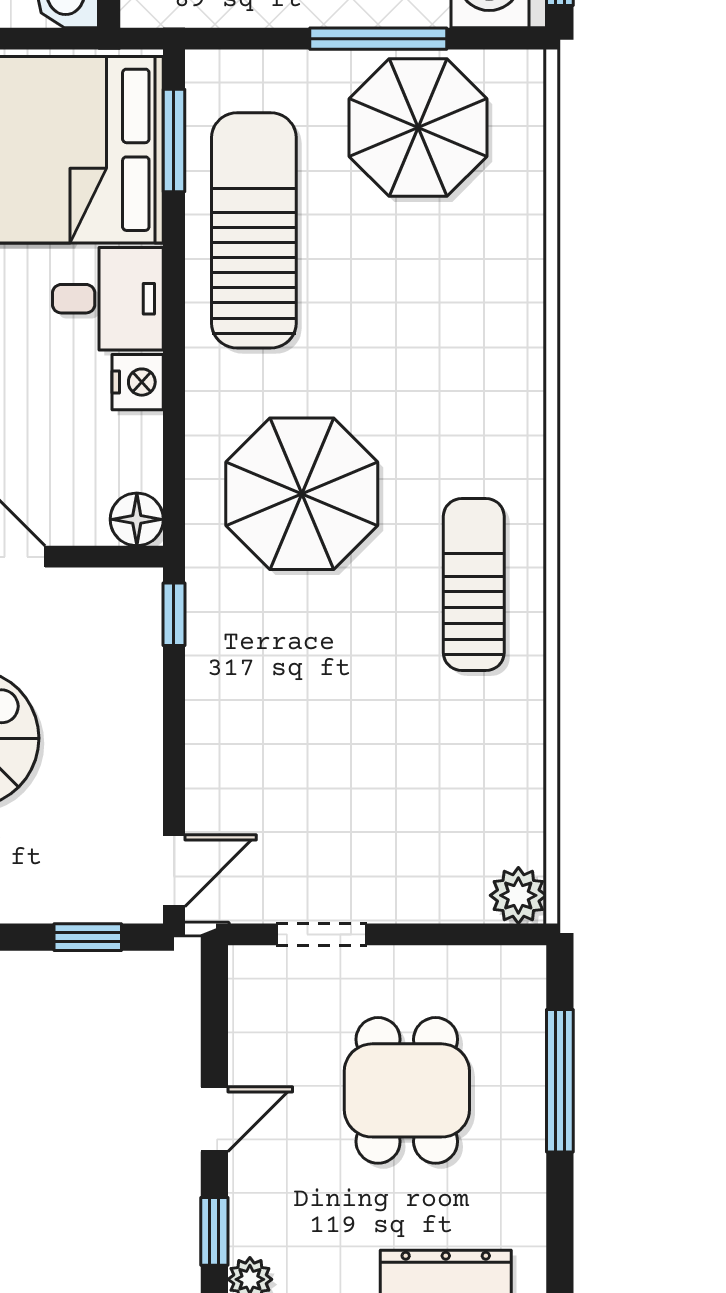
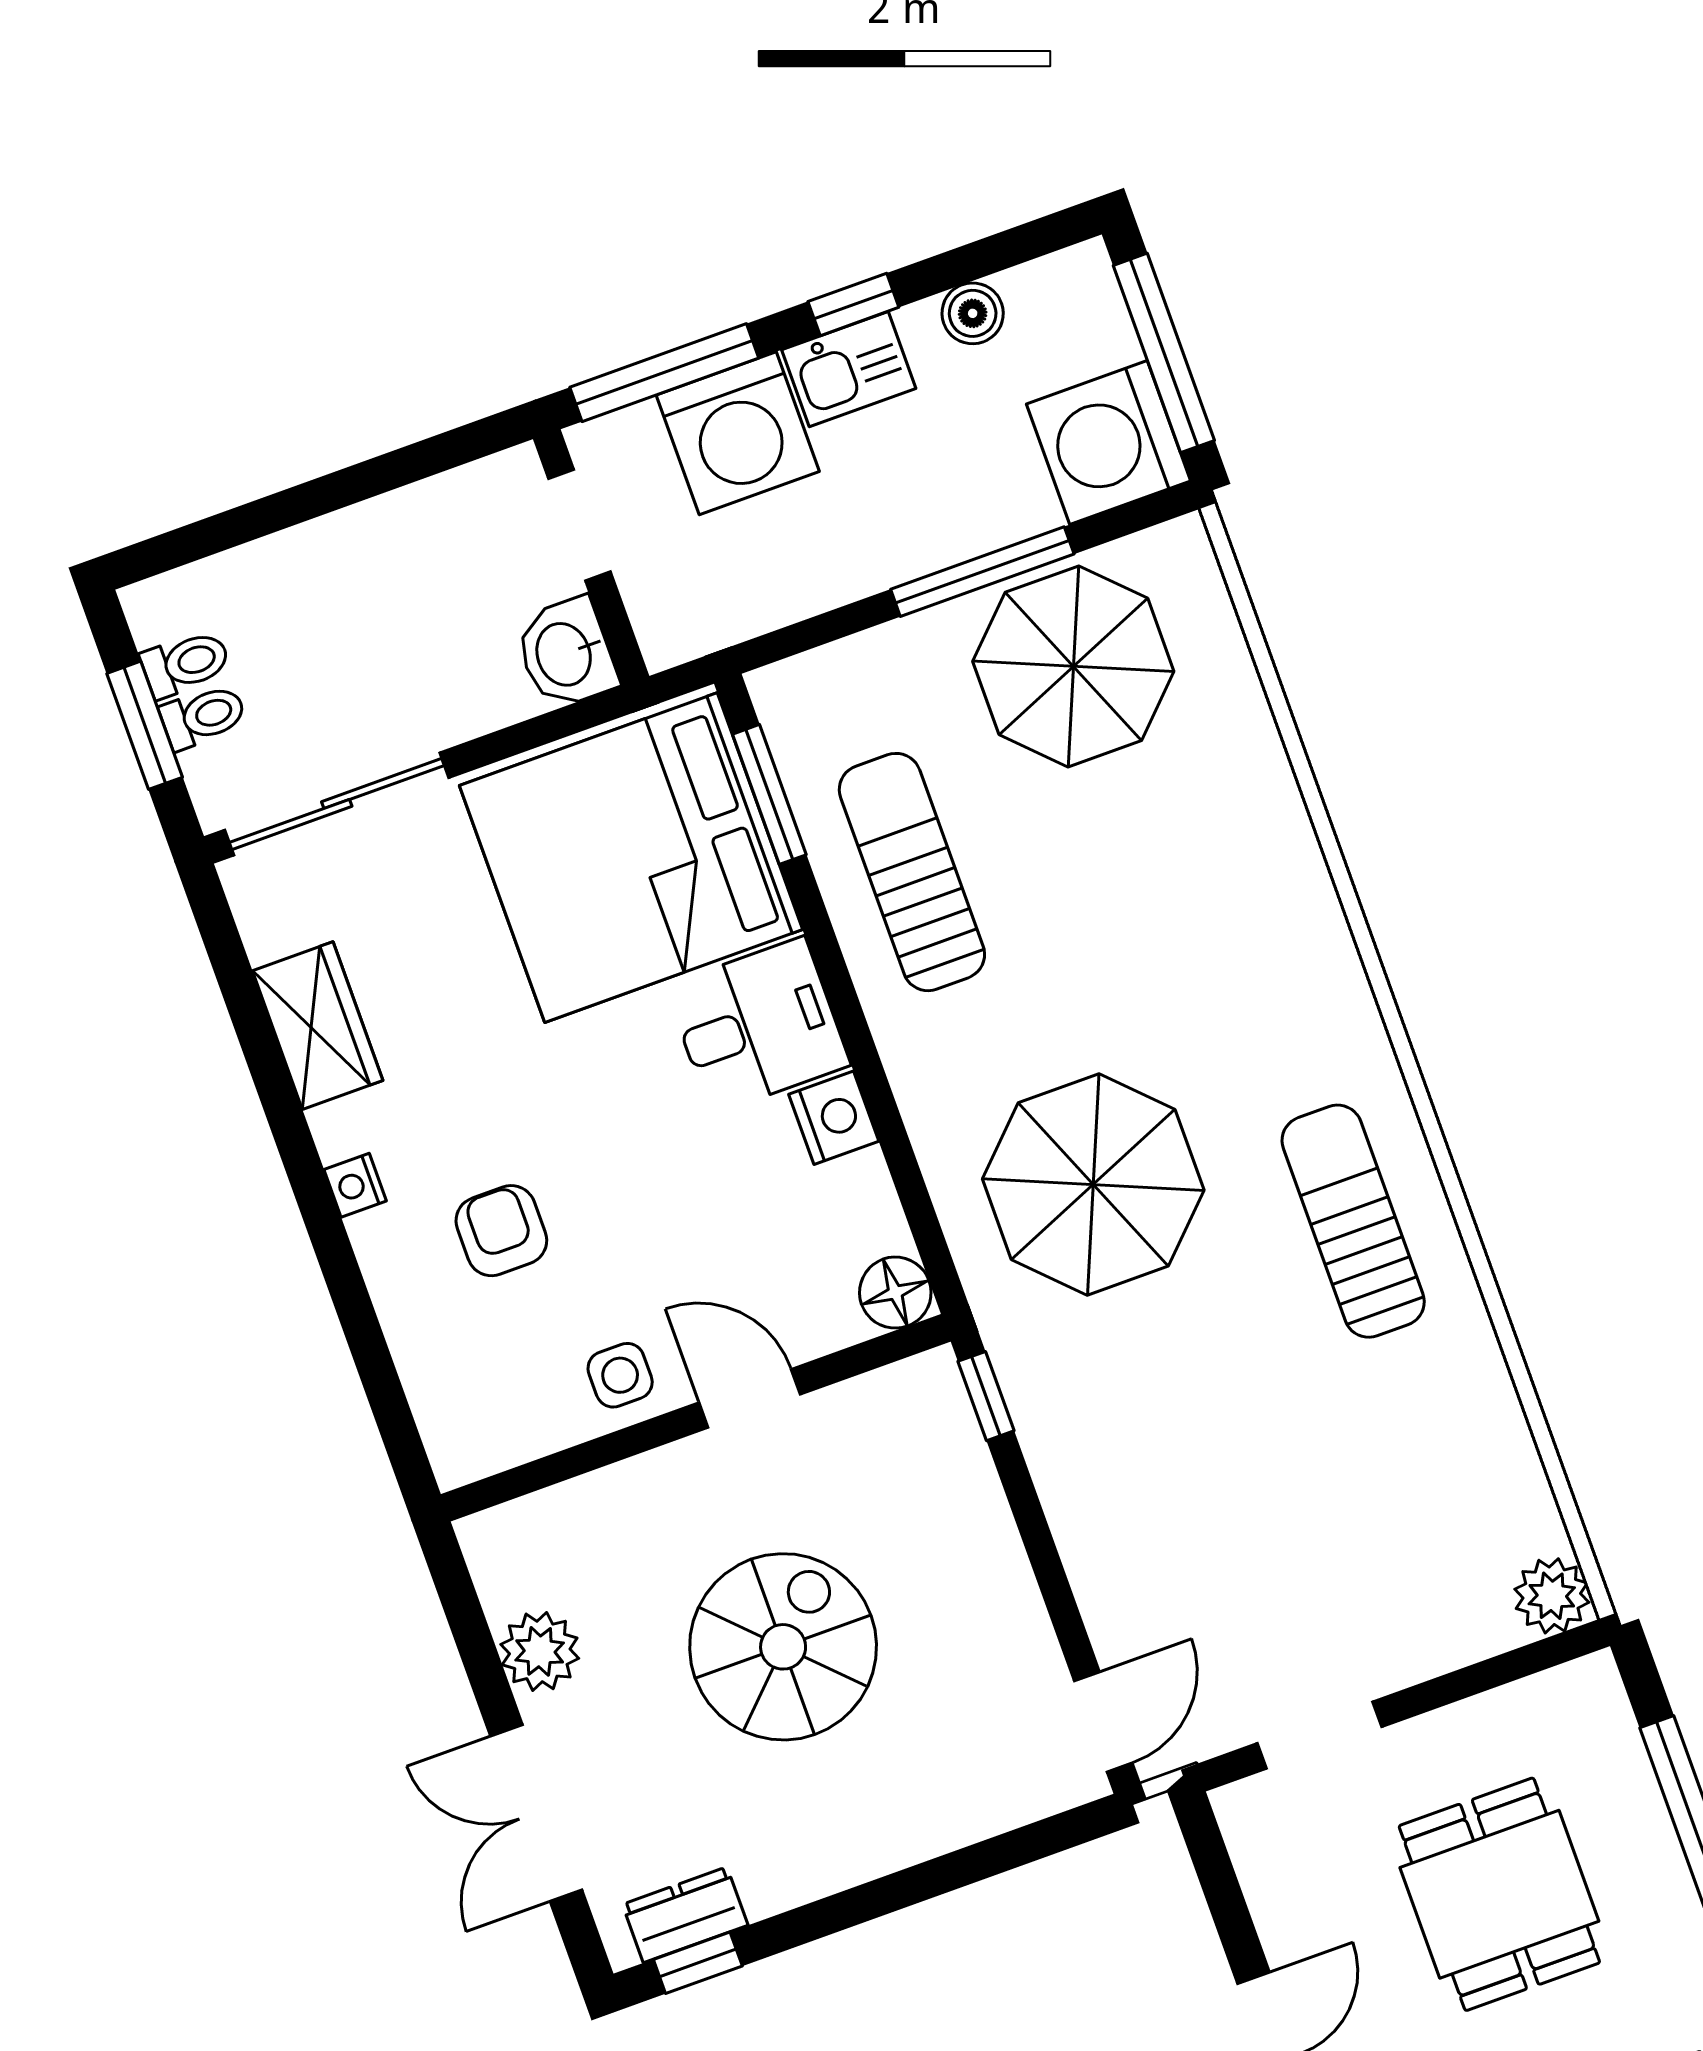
sun lounger: (254, 230) -> (912, 872), width x0.73, depth x0.75
window: (88, 937) -> (1024, 1845), removed

